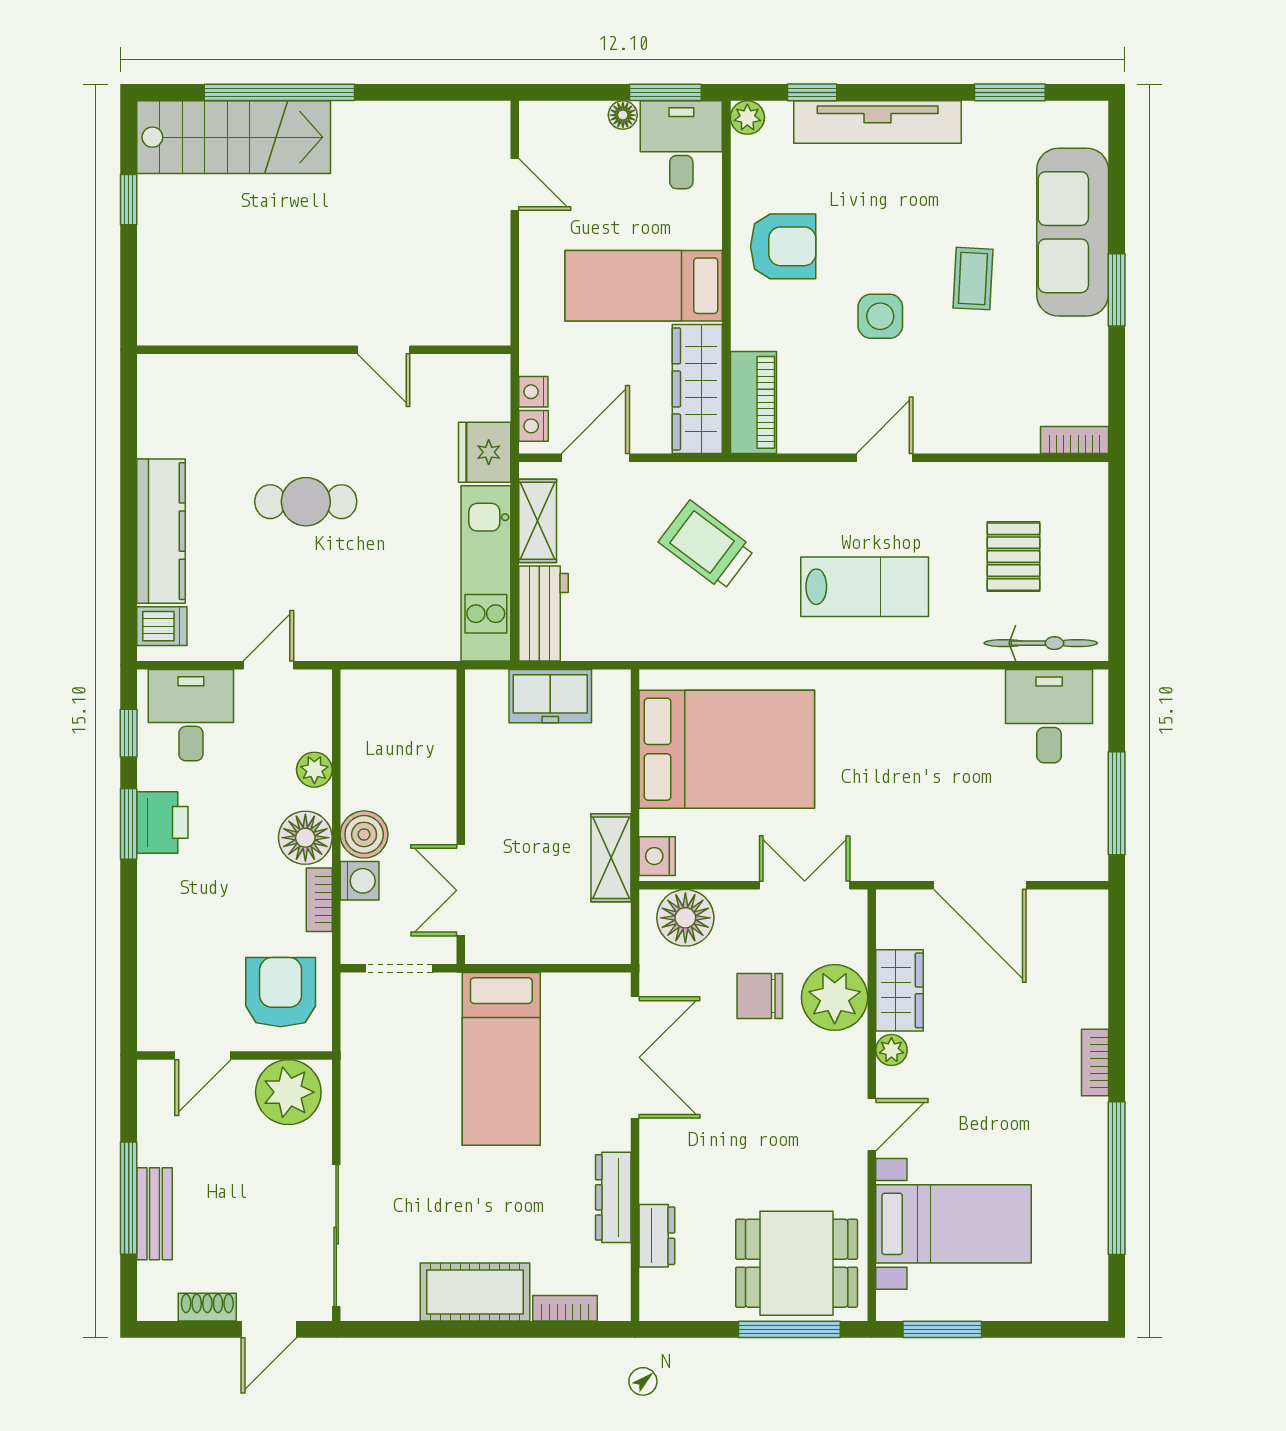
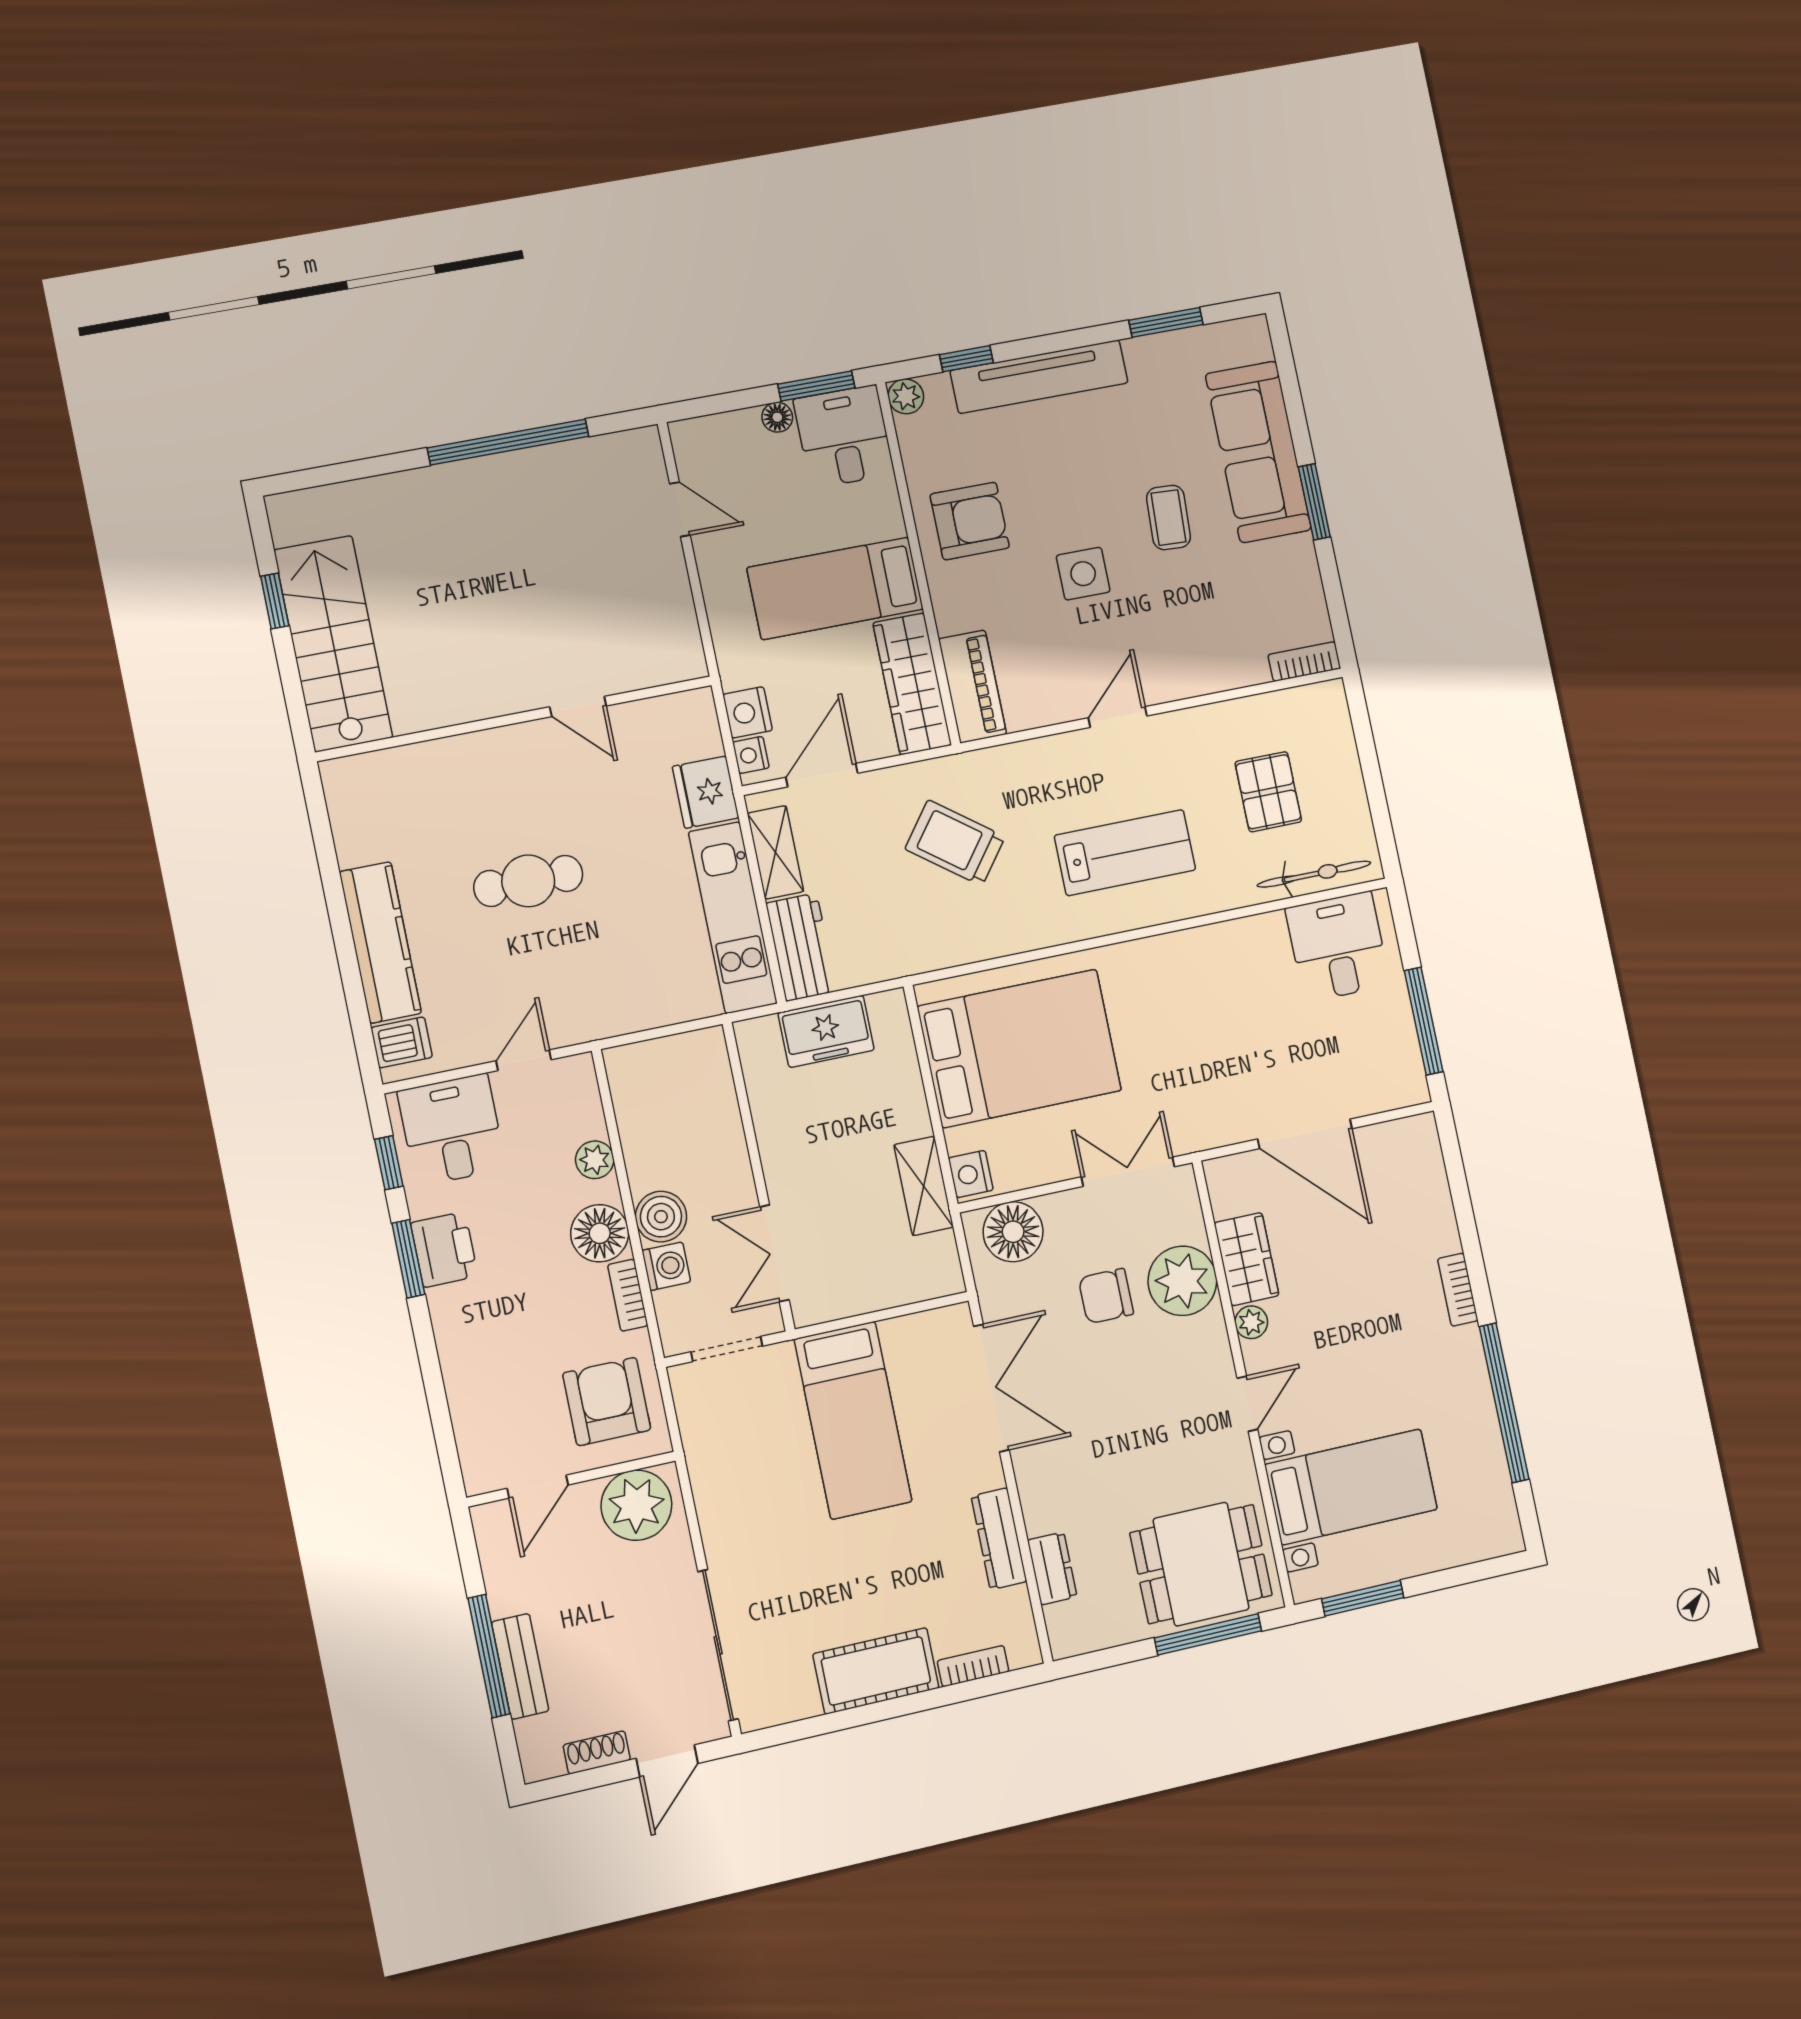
window: (279, 92) -> (508, 442), moved
stairs: (234, 137) -> (333, 644), moved, turned -90
nightstand: (533, 392) -> (748, 712), width x1.39, depth x1.35

